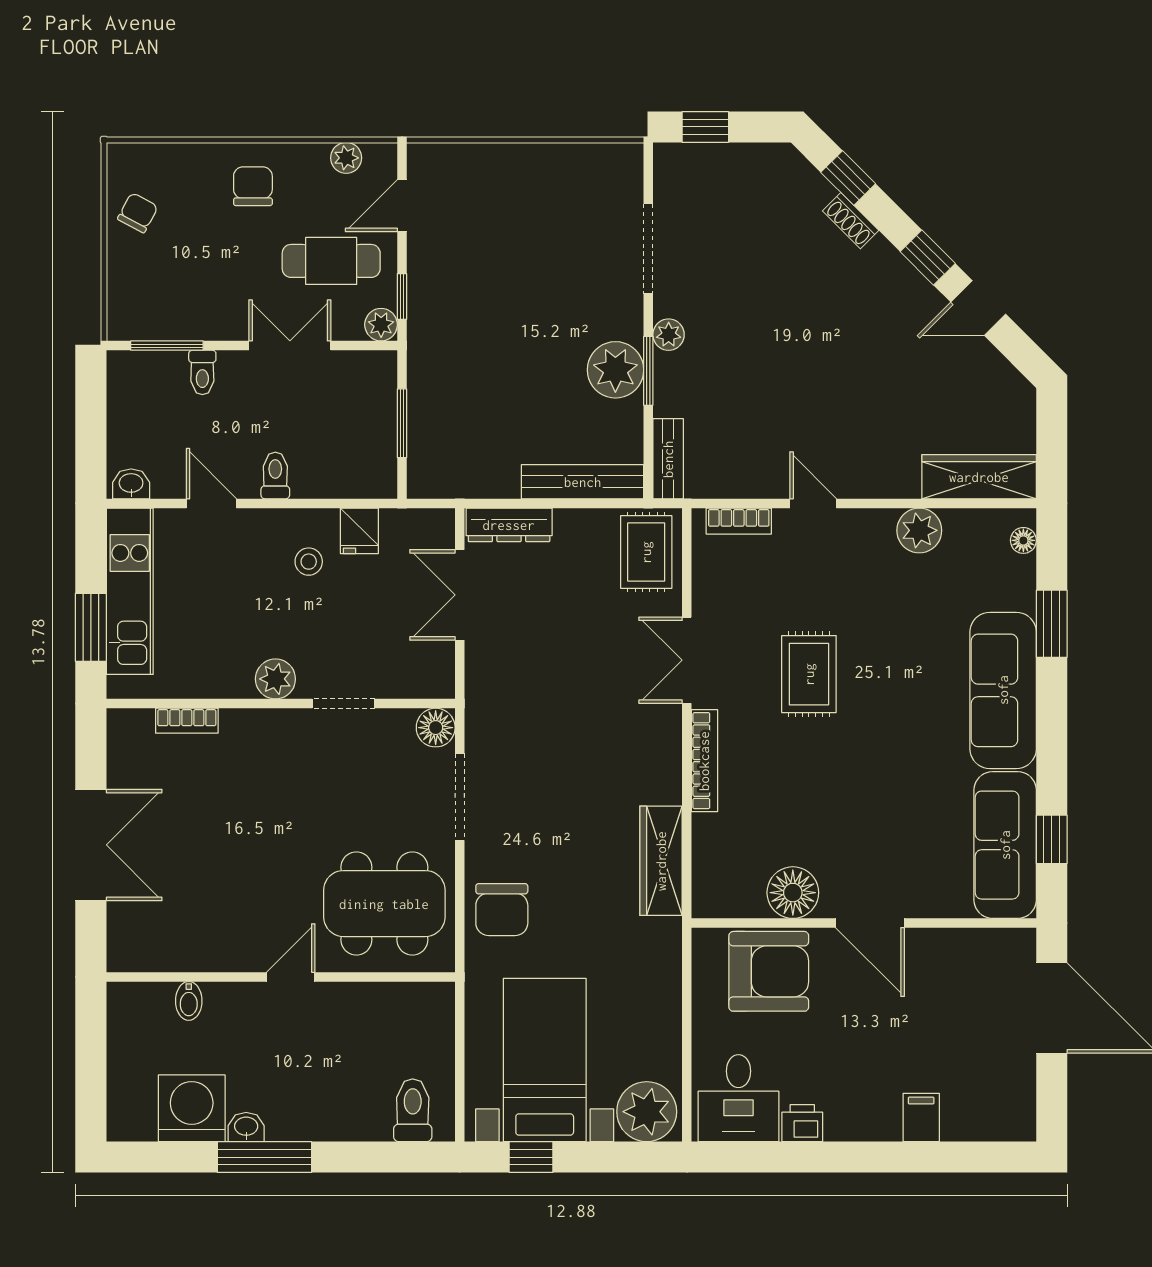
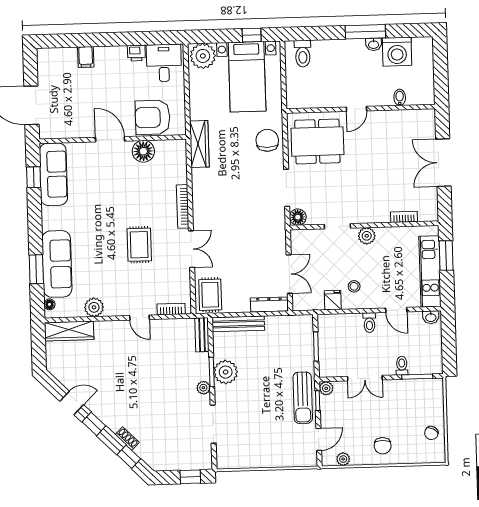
cafe table: (331, 261) -> (348, 415), removed
sun lounger: (437, 304) -> (303, 398), added
sofa: (1003, 690) -> (57, 264), moved
wardrobe: (661, 861) -> (199, 144), moved

